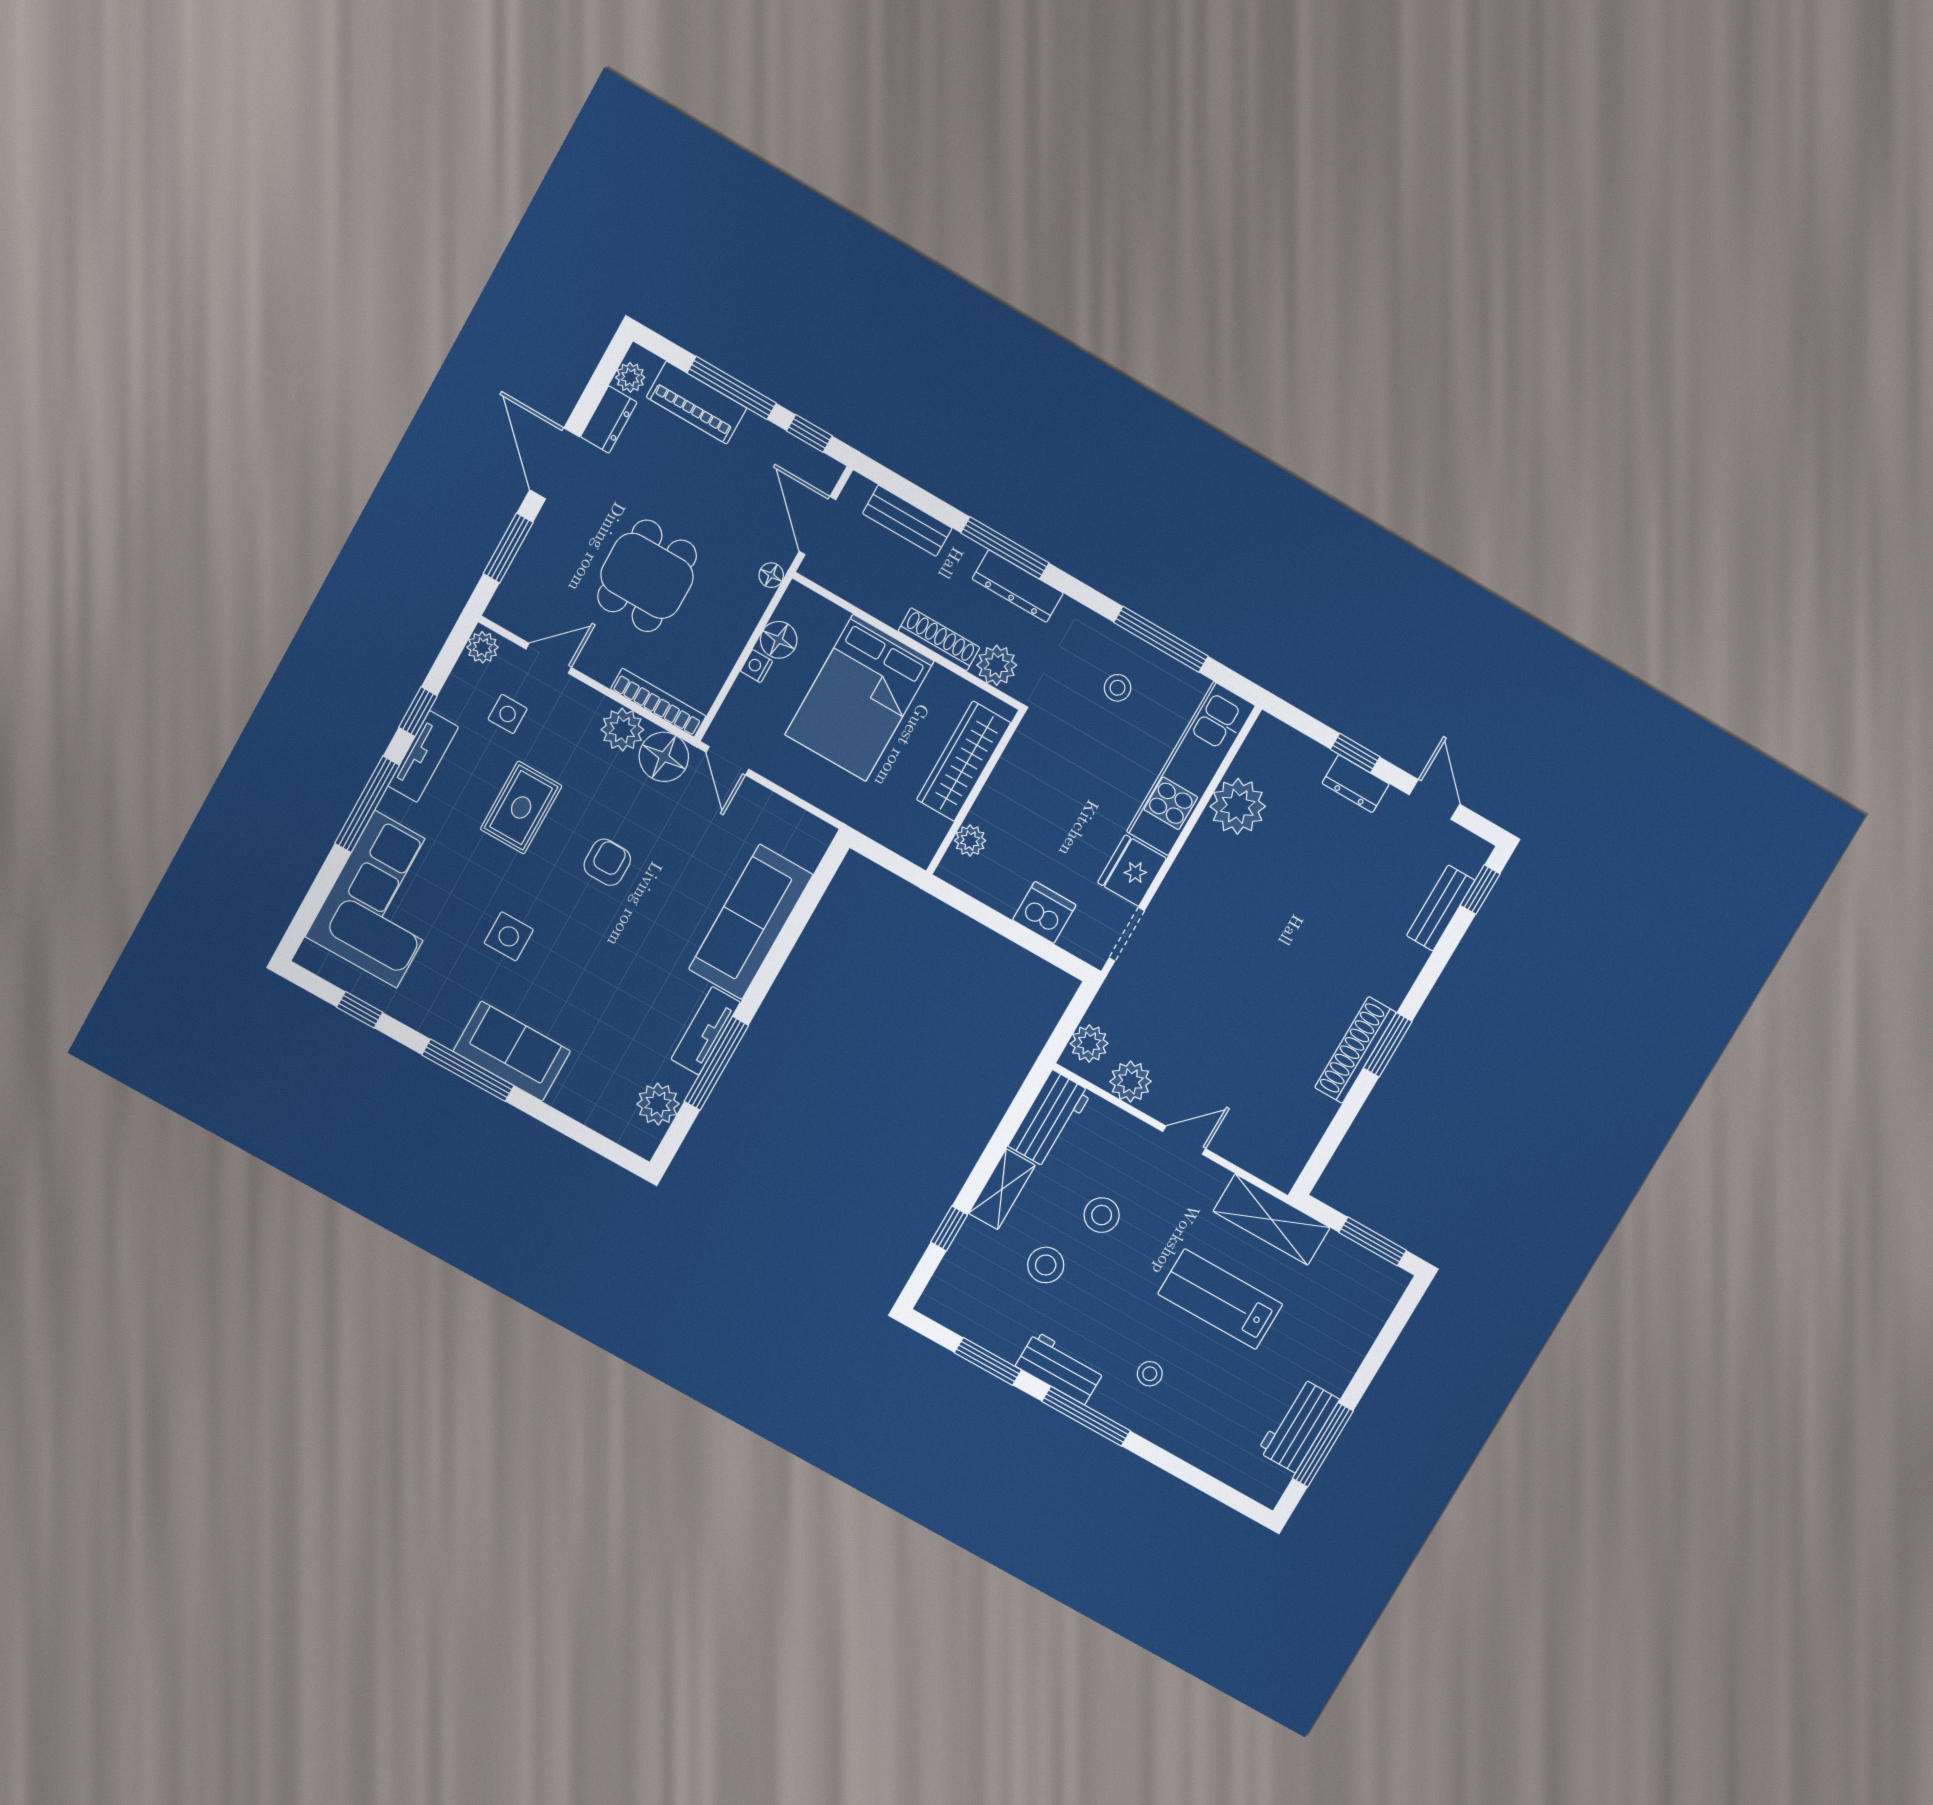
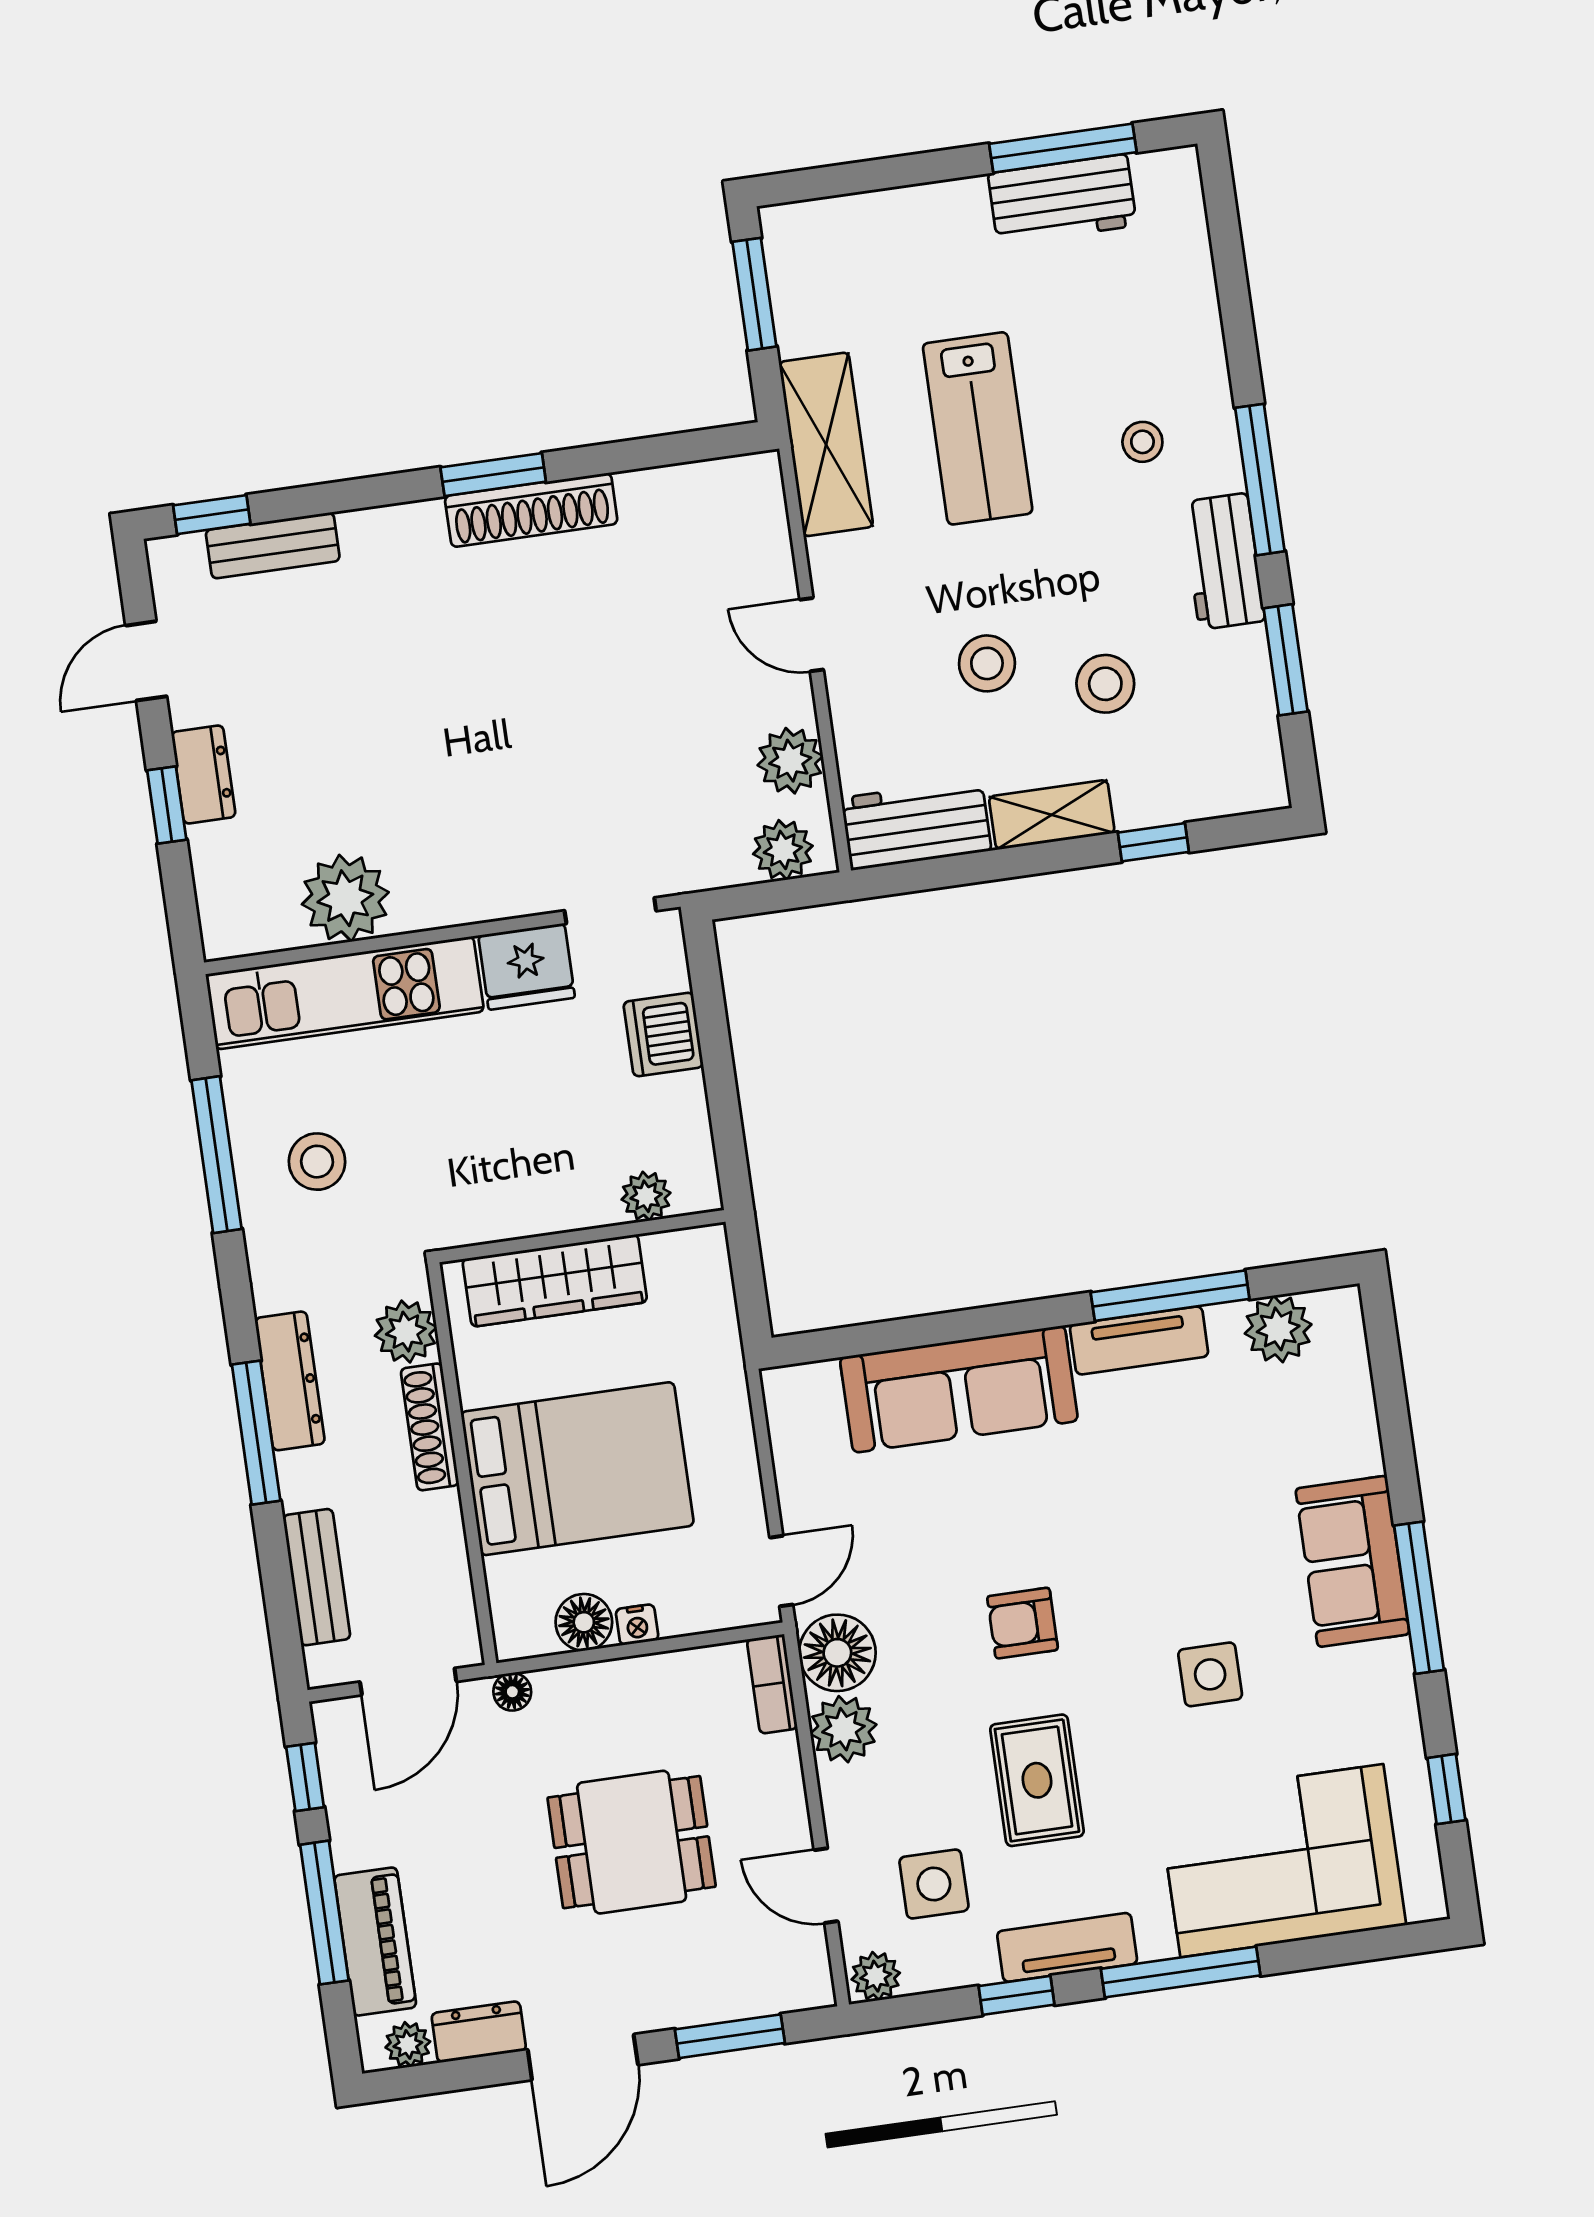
stool: (1118, 688) -> (317, 1162), width x1.37, depth x1.37
bookcase: (658, 703) -> (772, 1684), width x0.64
side table: (508, 714) -> (934, 1884), width x1.37, depth x1.37
rug: (521, 808) -> (1037, 1780), turned 90

